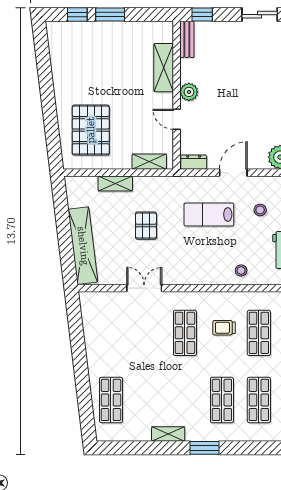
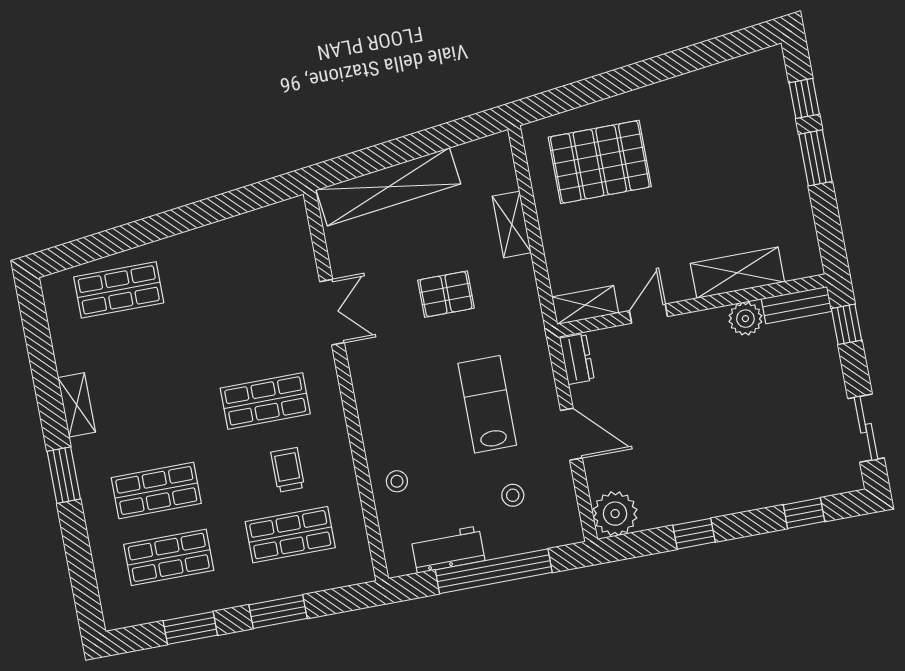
plant: (189, 92) -> (745, 319), moved
shelving: (149, 162) -> (585, 305), moved, turned 90

